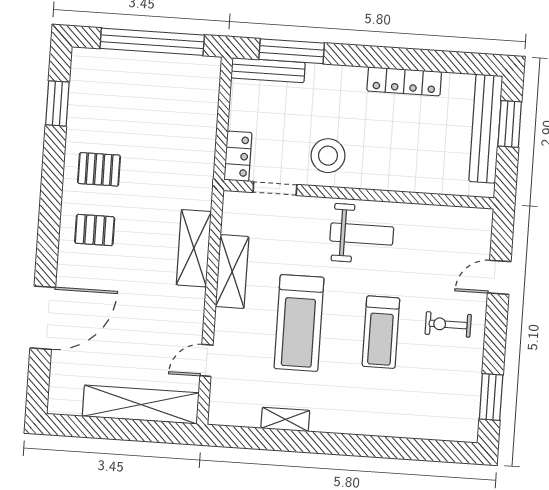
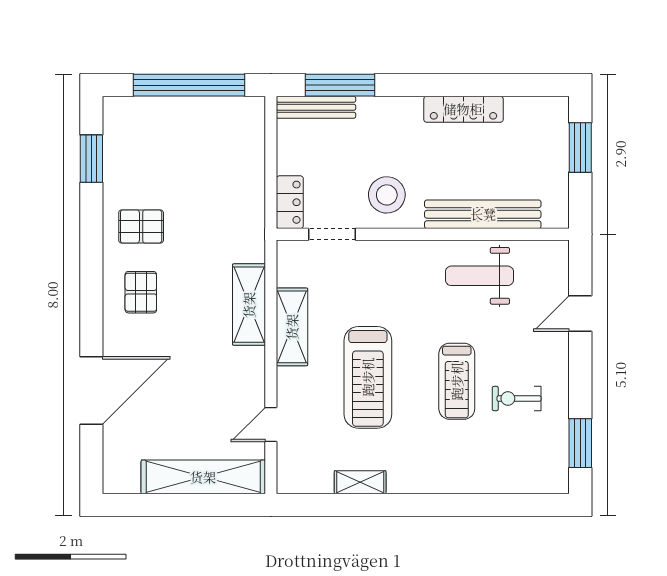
bench: (486, 129) -> (483, 214), moved, turned 90
pallet: (95, 230) -> (141, 292), turned 90
weight bench: (362, 234) -> (479, 276), moved, turned 180
exercise bike: (448, 324) -> (517, 399), moved

